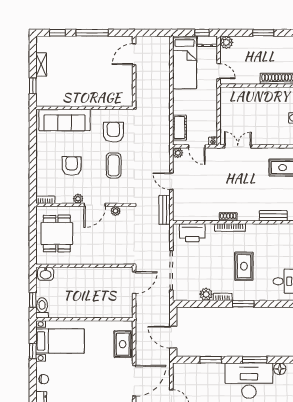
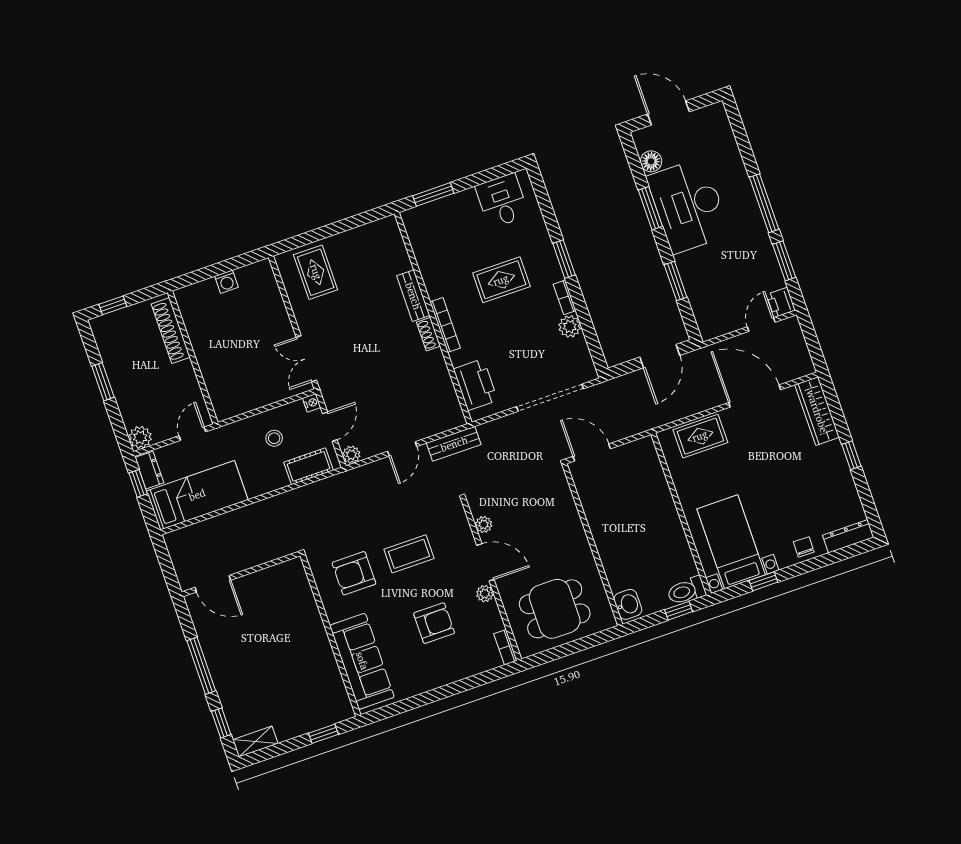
shelving: (41, 65) -> (255, 742), moved
stool: (201, 114) -> (274, 438), added
armchair: (72, 166) -> (434, 623), turned 180
bench: (273, 216) -> (413, 296), moved

